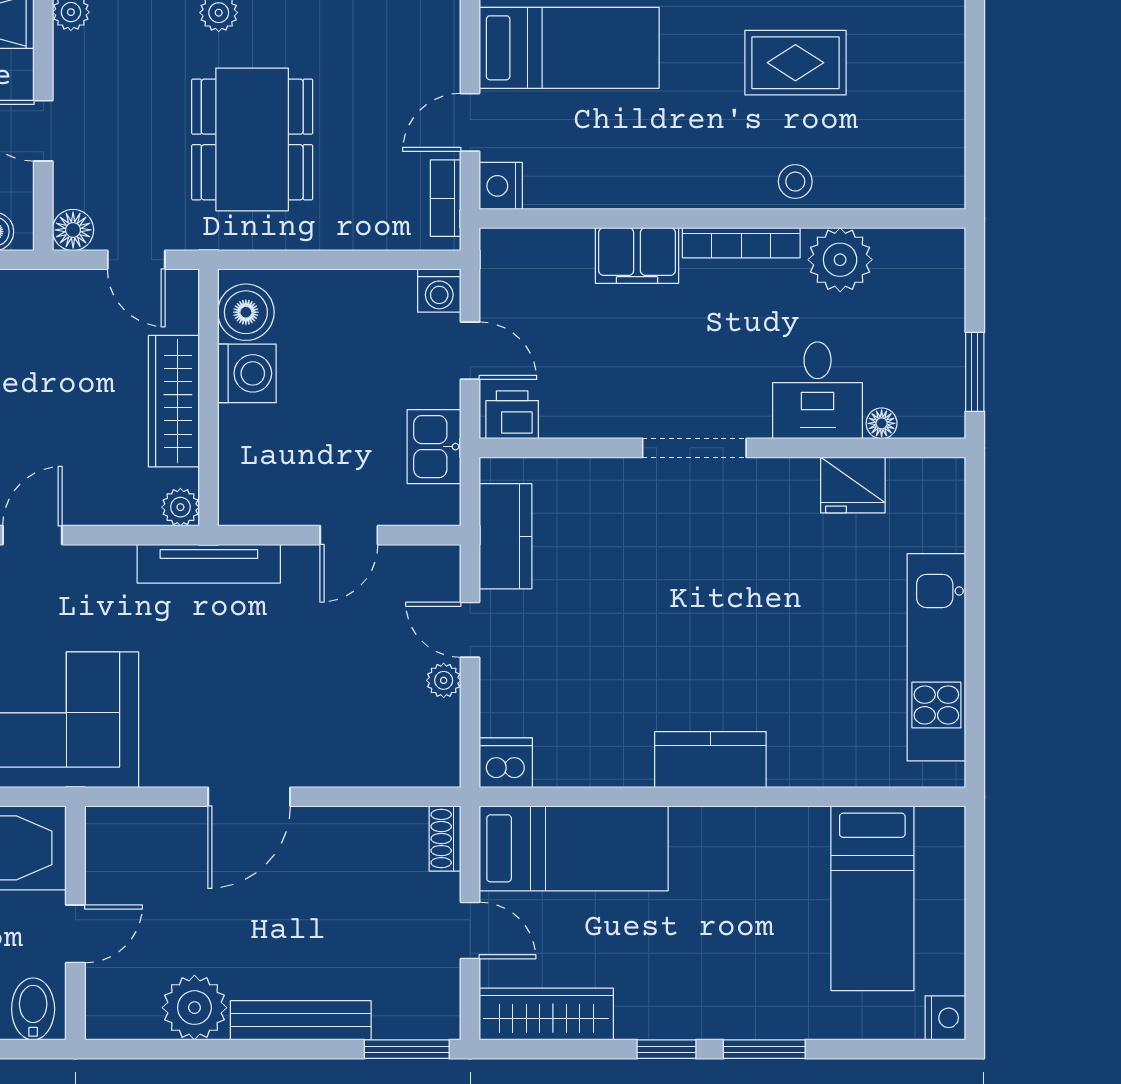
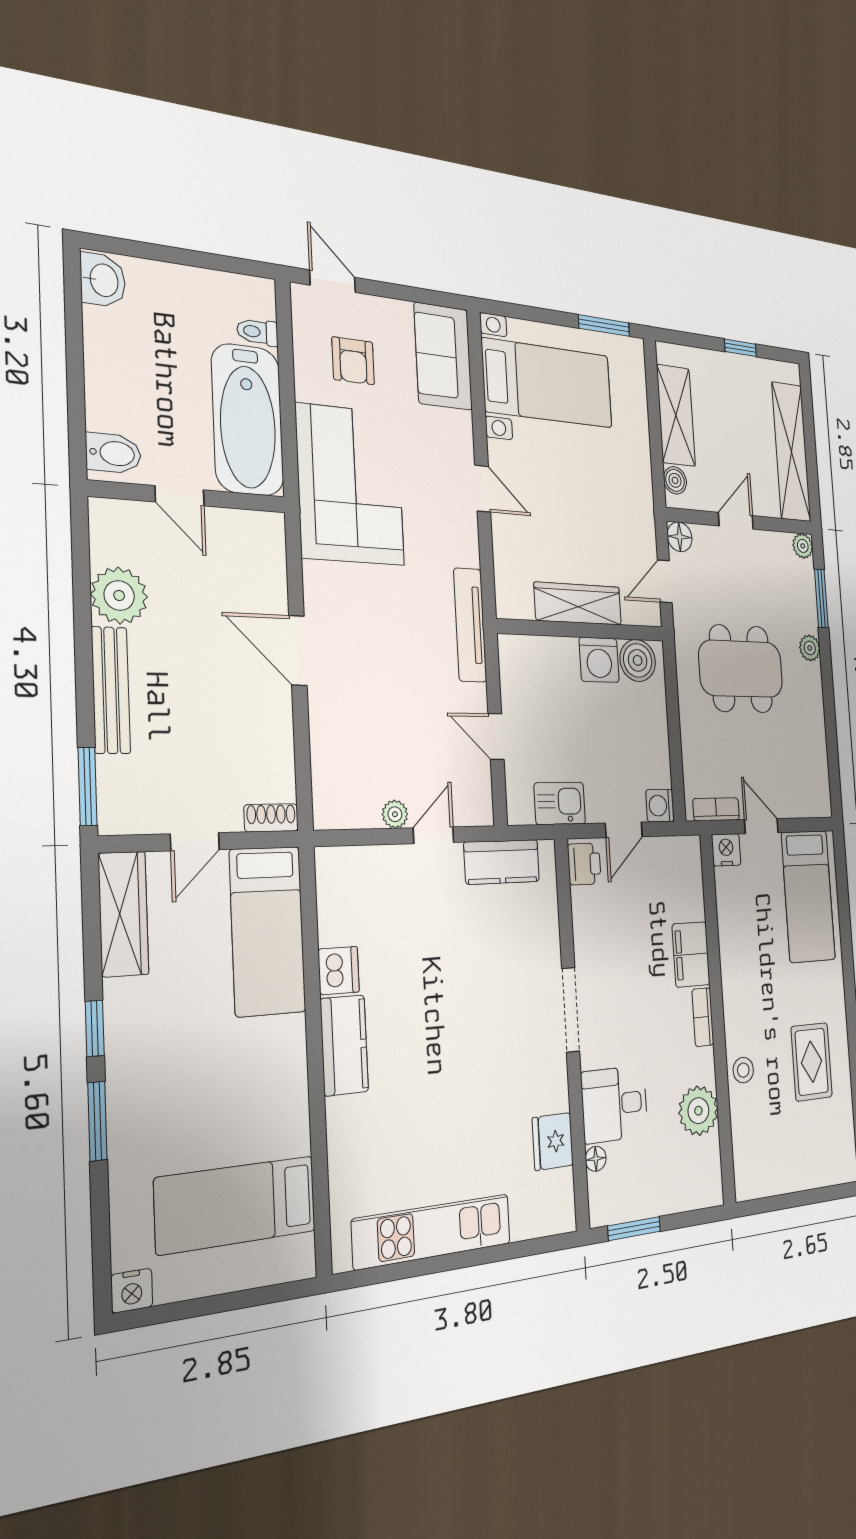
bookcase: (741, 243) -> (703, 1017), width x0.64
plant: (180, 507) -> (508, 605), removed
dishwasher: (506, 763) -> (339, 971), moved

